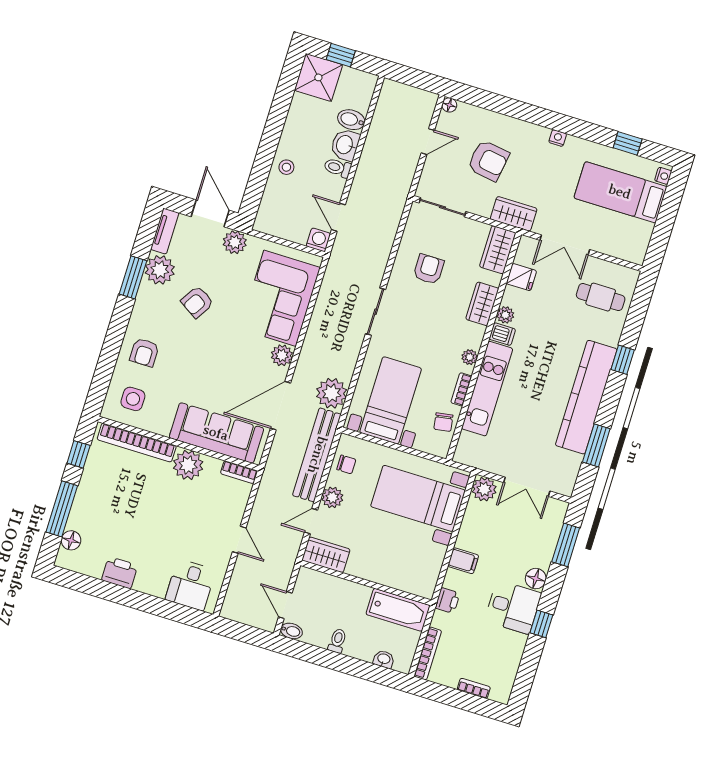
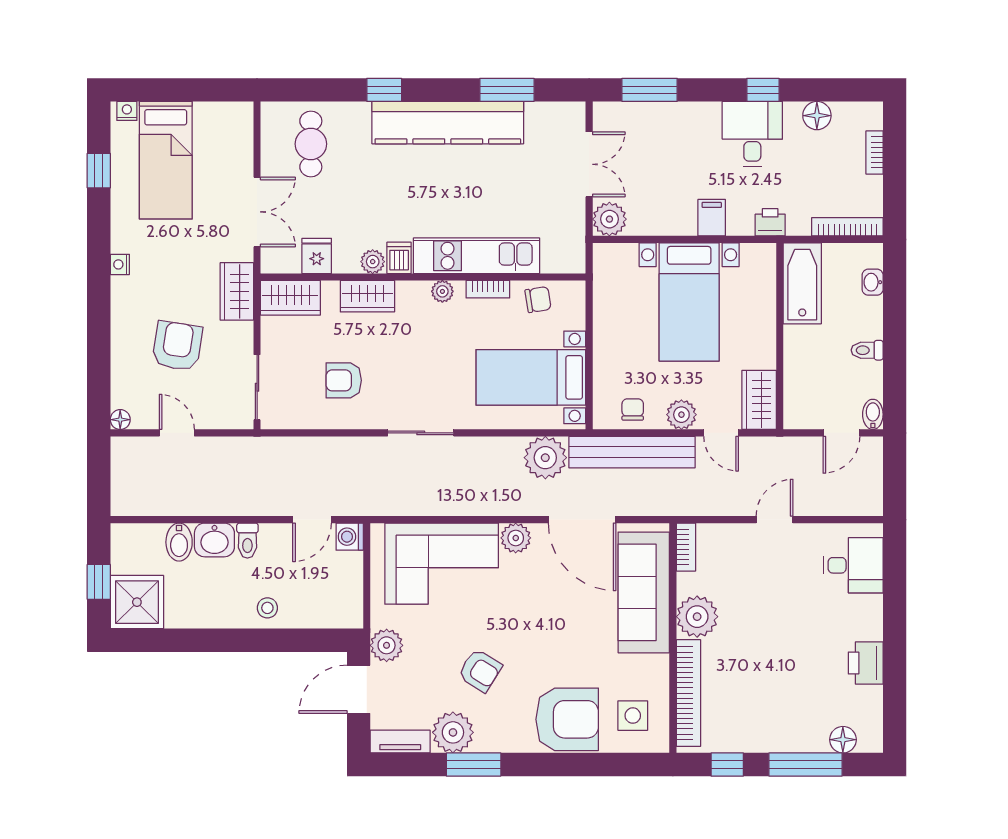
armchair: (144, 352) -> (567, 719), width x1.88, depth x1.88
bed with nightstands: (418, 498) -> (689, 302), moved
floor lamp: (536, 579) -> (817, 116), moved

